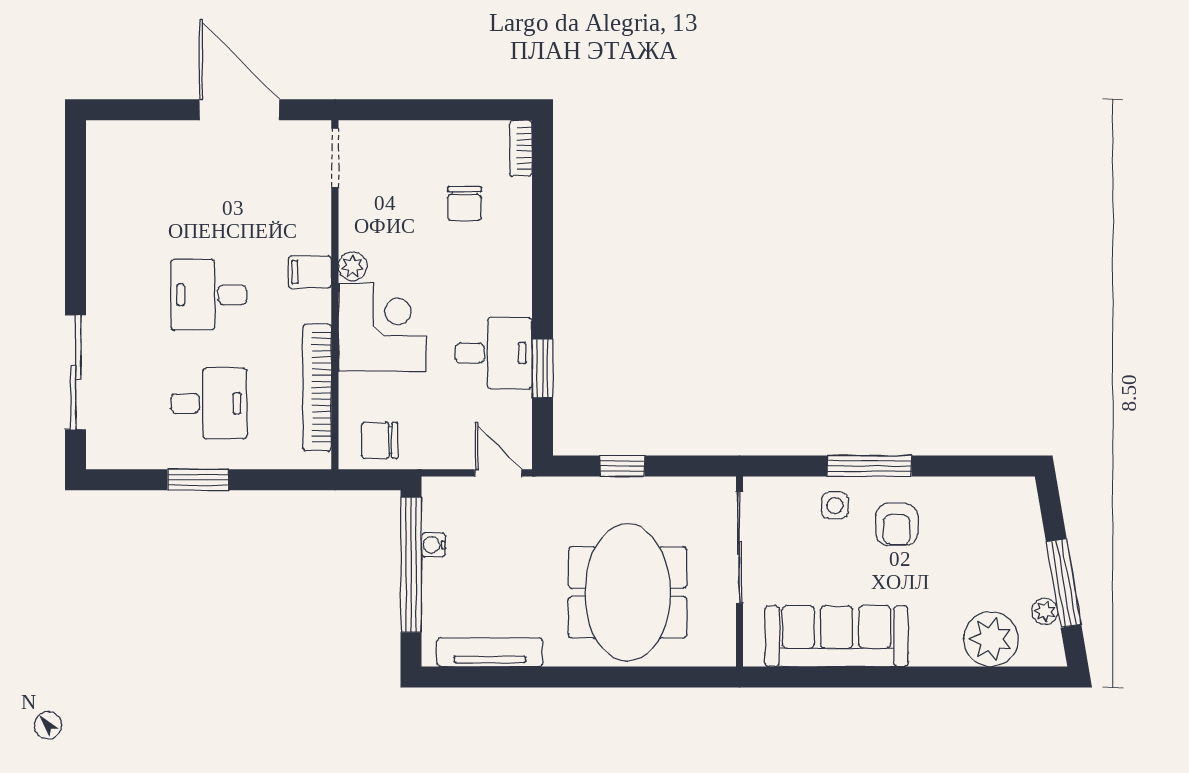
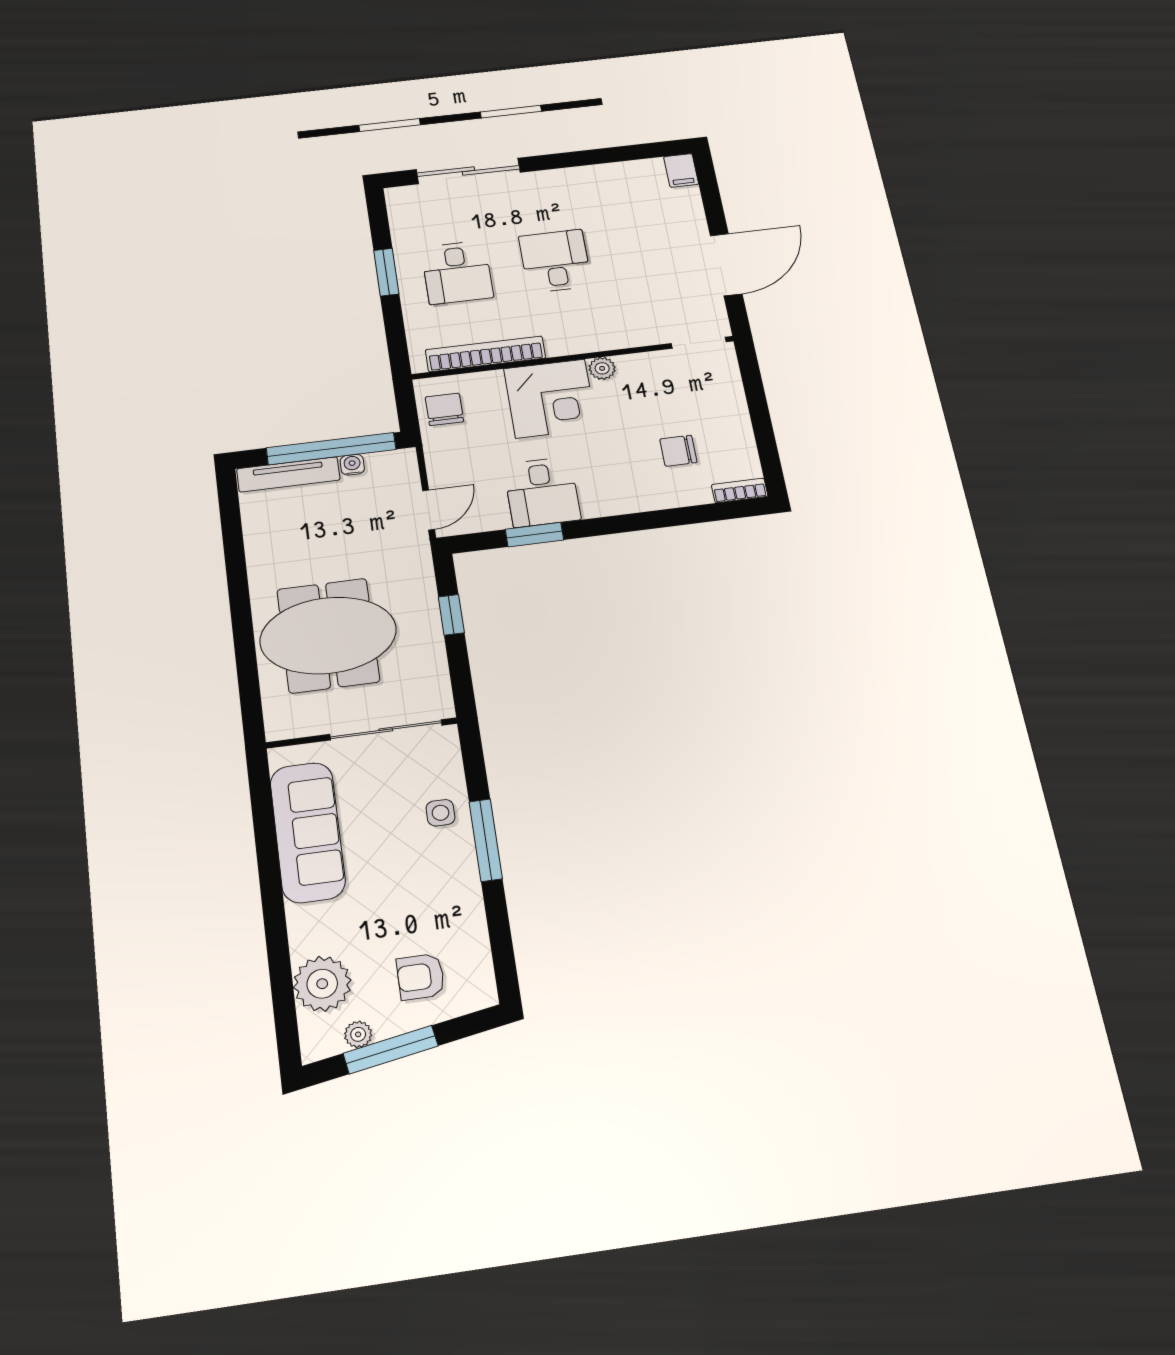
filing cabinet: (310, 272) -> (681, 170), moved, turned 180
armchair: (897, 525) -> (421, 977), moved
tv unit: (490, 652) -> (288, 474), moved, turned 90

